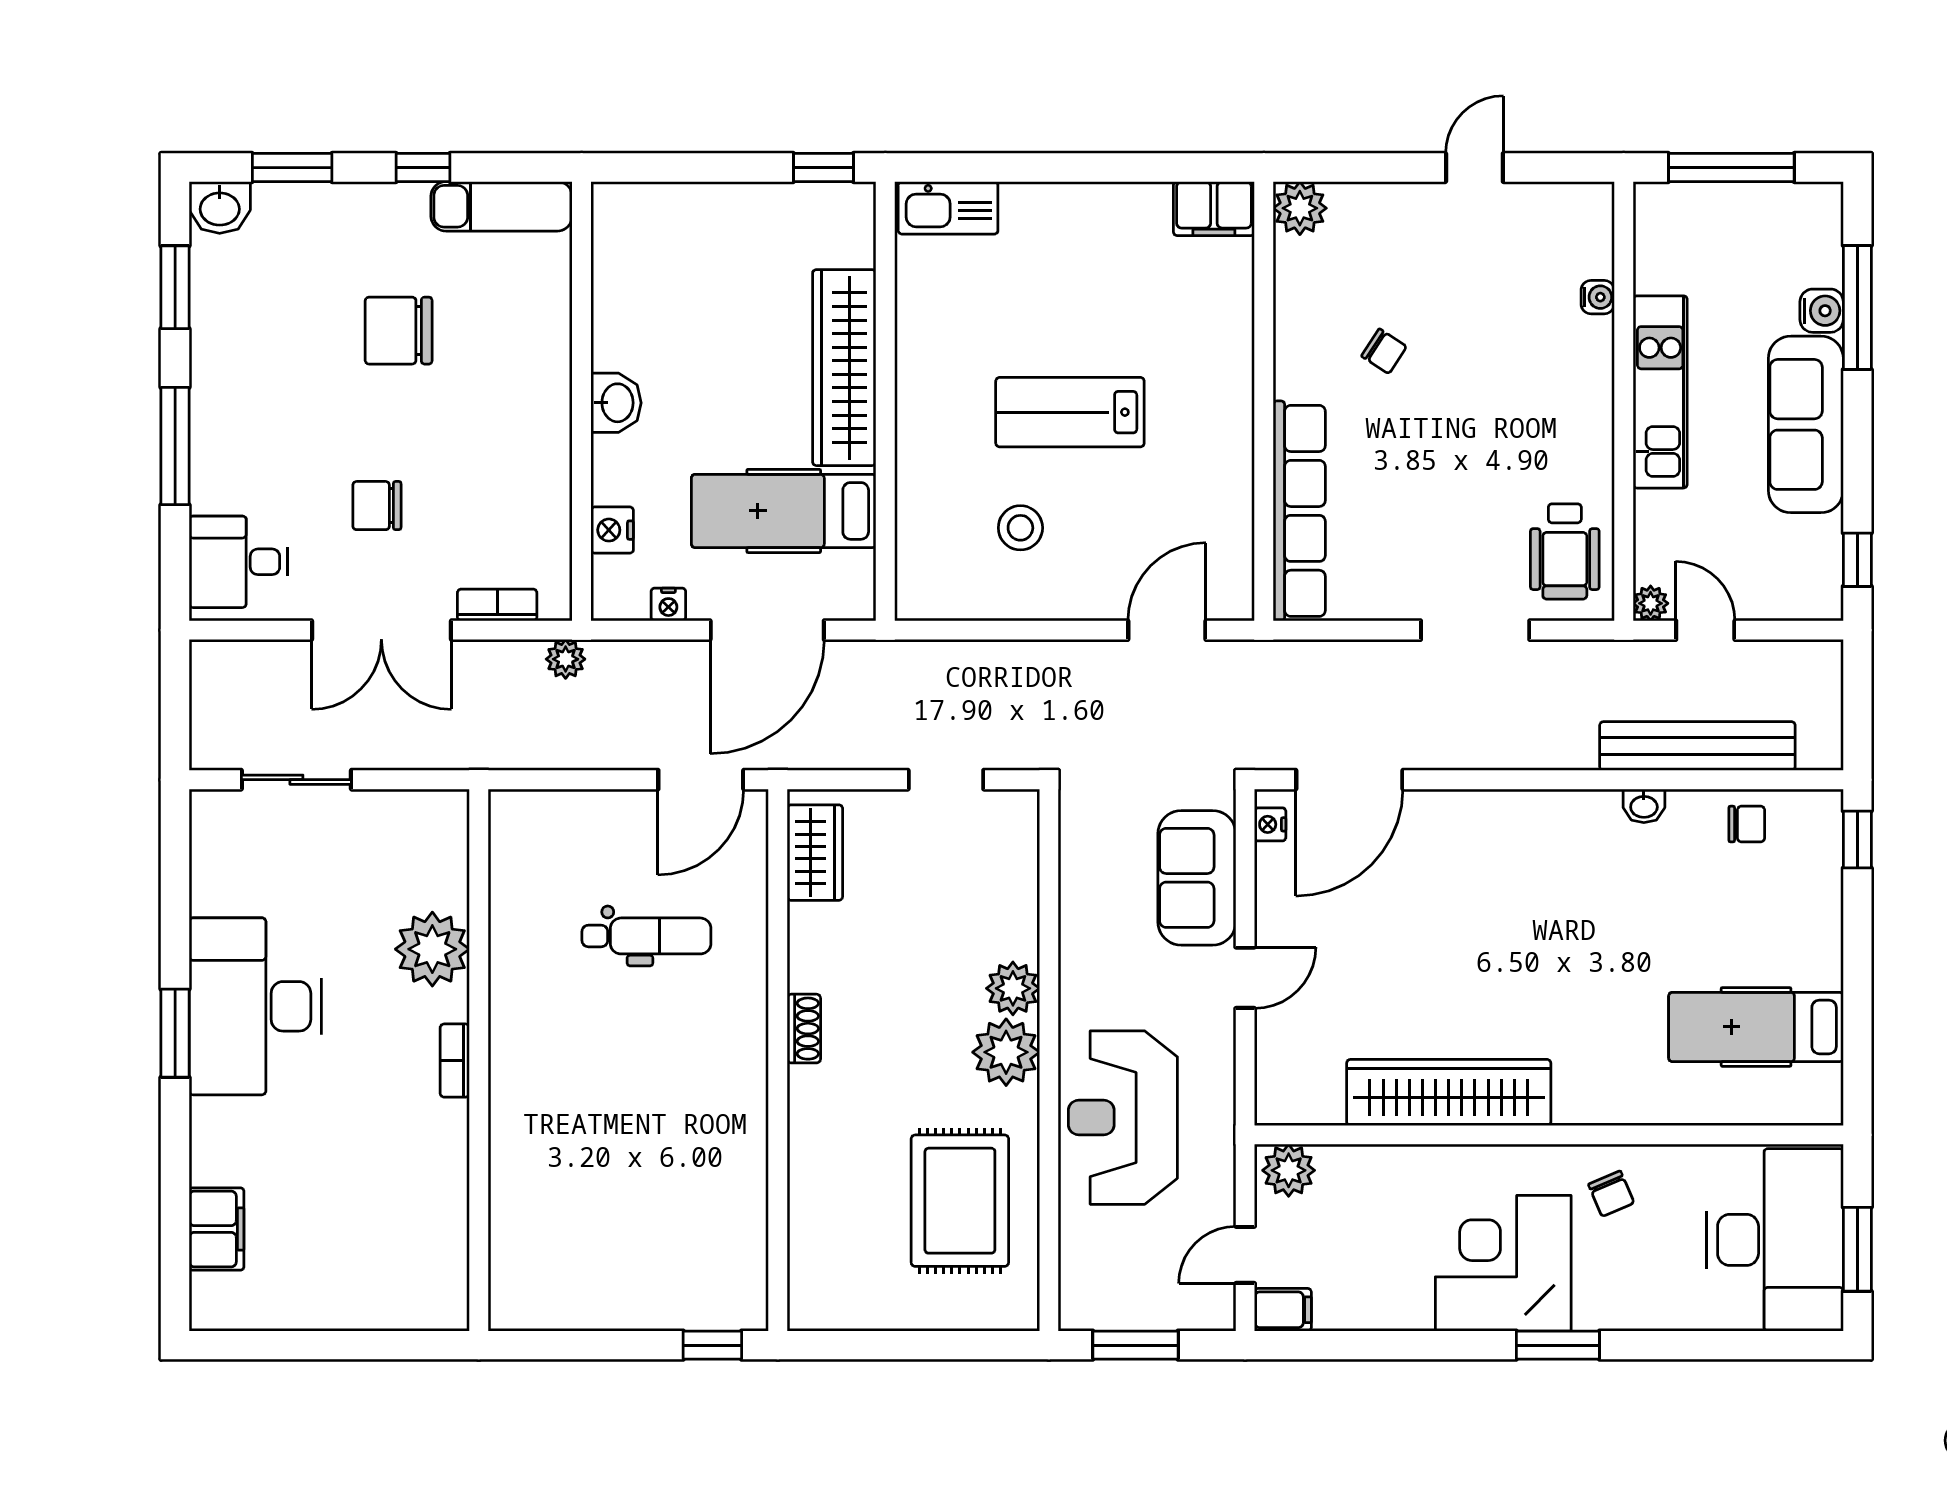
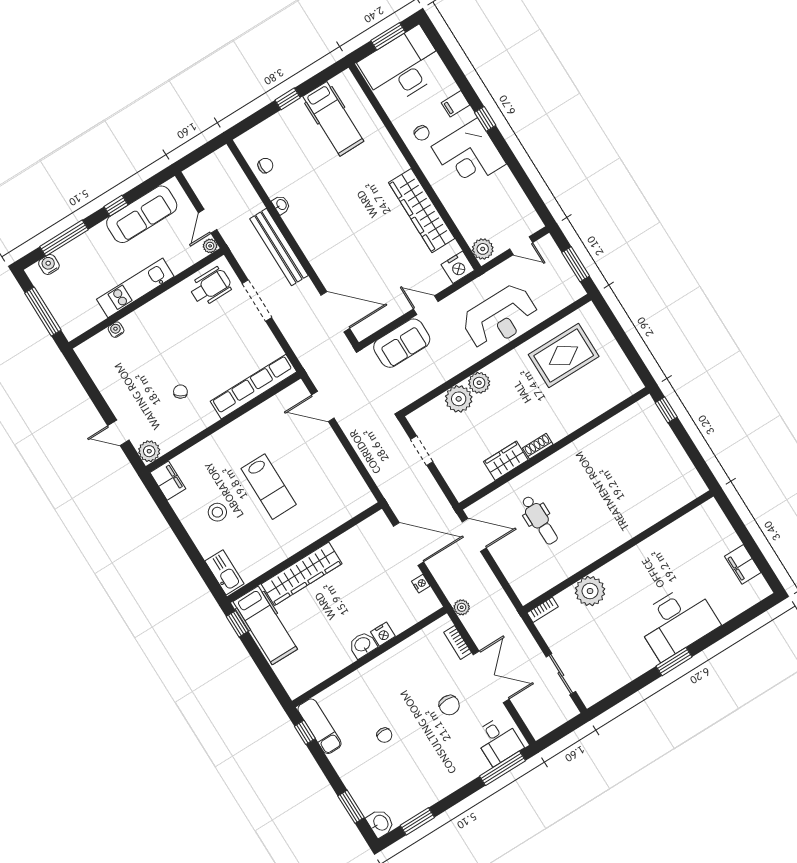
window: (423, 168) -> (305, 732), moved
door: (1474, 168) -> (118, 433), moved
water cooler: (1822, 311) -> (49, 264), moved
chair: (399, 331) -> (384, 735), width x0.54, depth x0.54
sofa: (1806, 424) -> (142, 214), moved
window: (175, 446) -> (502, 768), moved
hospital bed: (784, 511) -> (265, 625), moved
stool: (1020, 528) -> (217, 512), moved
nightstand: (612, 530) -> (383, 634), moved
window: (1857, 560) -> (116, 206), moved
bench: (1697, 746) -> (279, 247), moved
nightstand: (1270, 824) -> (458, 267), moved, width x1.89, depth x1.79
chair: (1747, 824) -> (265, 165), turned 90
window: (1857, 839) -> (288, 99), moved
wardrobe: (815, 853) -> (506, 461), moved
dental chair: (646, 936) -> (540, 520), turned 180
desk: (255, 1006) -> (677, 621), moved
plant: (1006, 1052) -> (459, 399), moved
bookcase: (455, 1061) -> (543, 610), moved
chair: (1611, 1194) -> (422, 133), turned 113
filing cabinet: (216, 1229) -> (743, 564), moved, turned -90
filing cabinet: (1283, 1310) -> (456, 104), moved, turned -90
window: (1558, 1345) -> (485, 119), width x0.67

